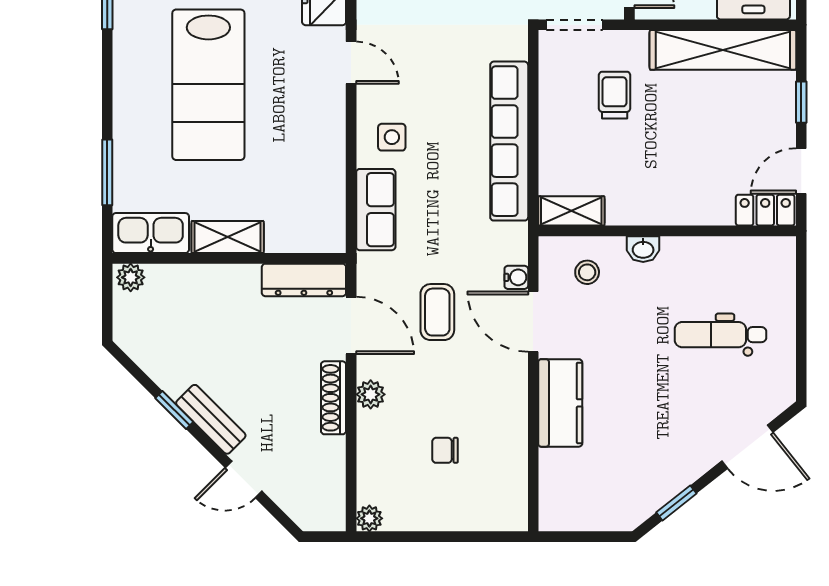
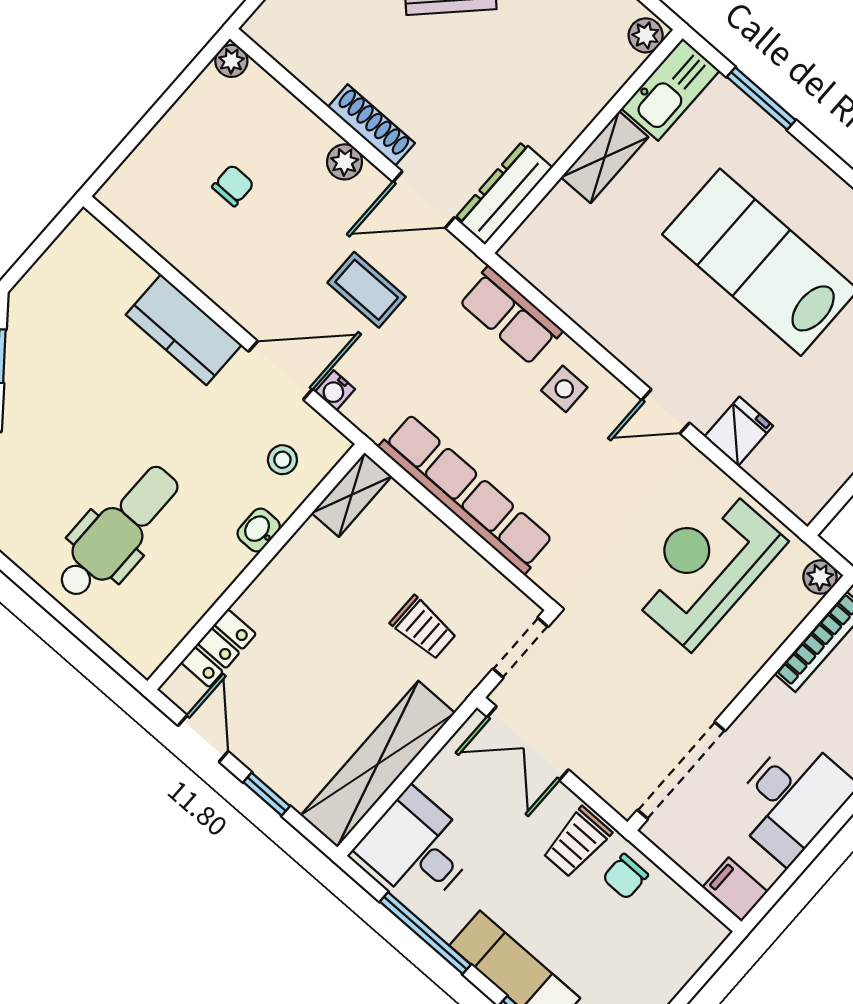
locker: (765, 210) -> (219, 648), moved
dental chair: (720, 335) -> (118, 532), width x1.36, depth x1.38

